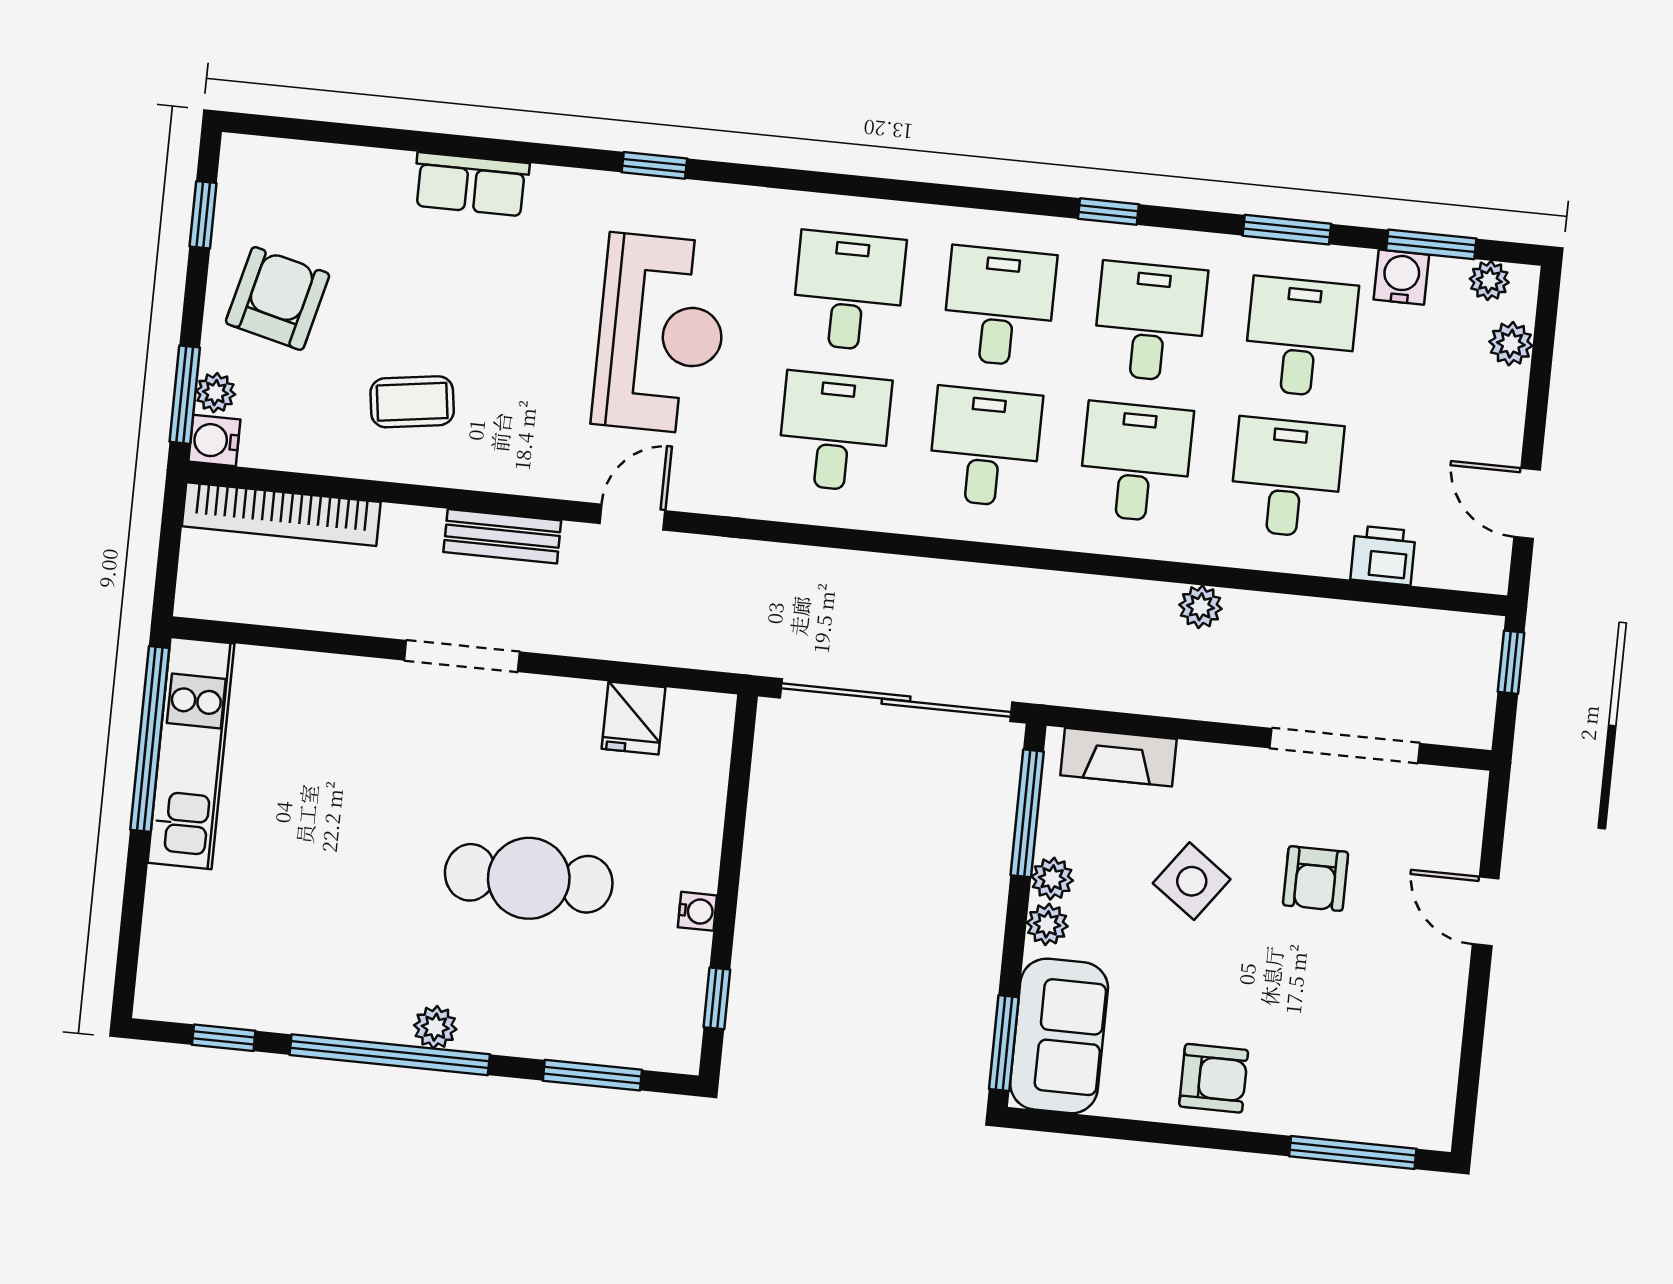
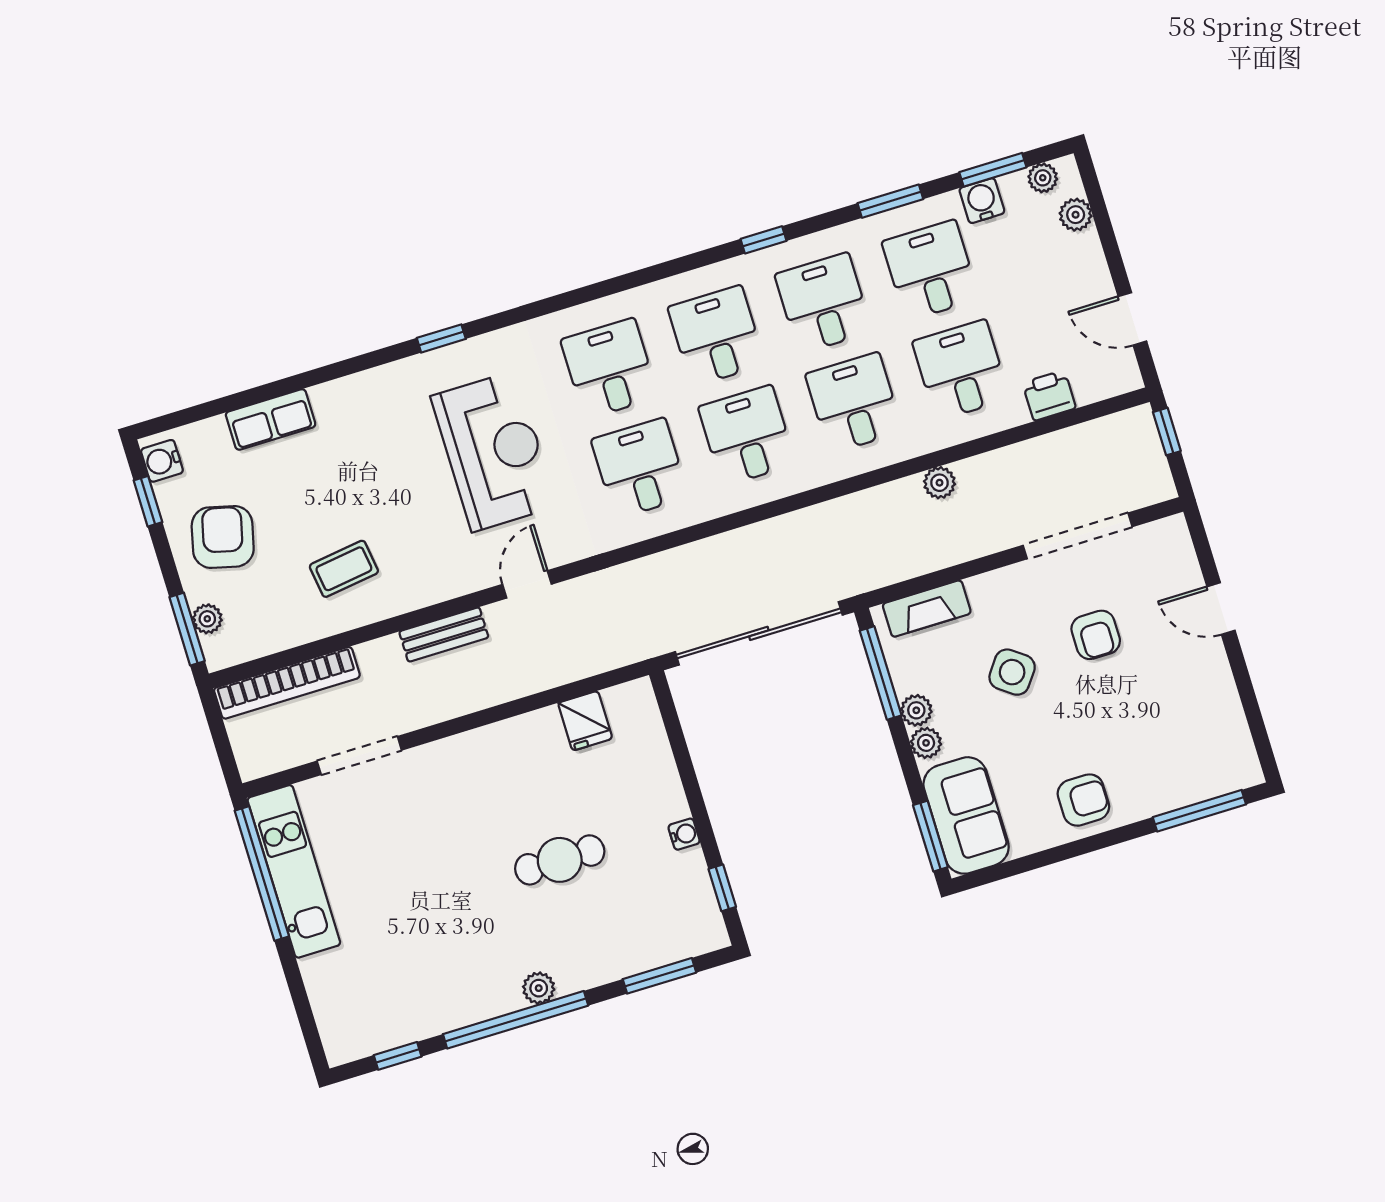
row of seats: (471, 184) -> (271, 419), moved
water cooler: (214, 440) -> (162, 461), moved
doorway: (462, 656) -> (359, 756), moved
cafe table: (529, 878) -> (560, 860), width x0.73, depth x0.74

